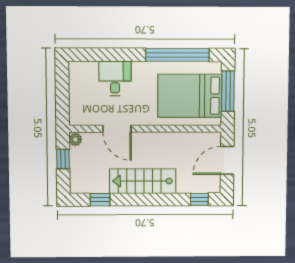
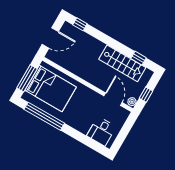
desk: (115, 78) -> (101, 131), moved
door: (117, 129) -> (113, 99), moved
stairs: (143, 181) -> (122, 63), moved

